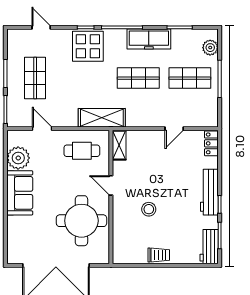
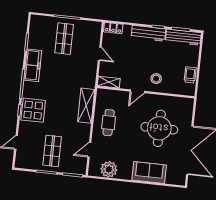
plant: (210, 48) -> (44, 21), removed
shop shelf: (35, 78) -> (52, 151), turned 90
shop shelf: (138, 78) -> (60, 76), removed
shelving: (119, 145) -> (109, 82), moved
door: (111, 185) -> (137, 91), moved
sofa: (20, 193) -> (149, 173), moved
wall: (111, 197) -> (146, 92), moved
workbench: (209, 247) -> (183, 37), width x1.37

